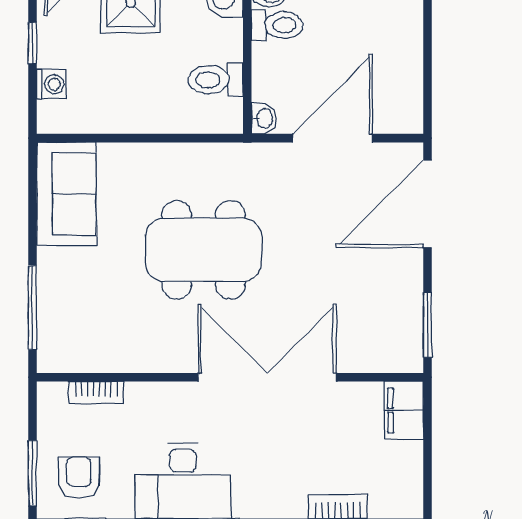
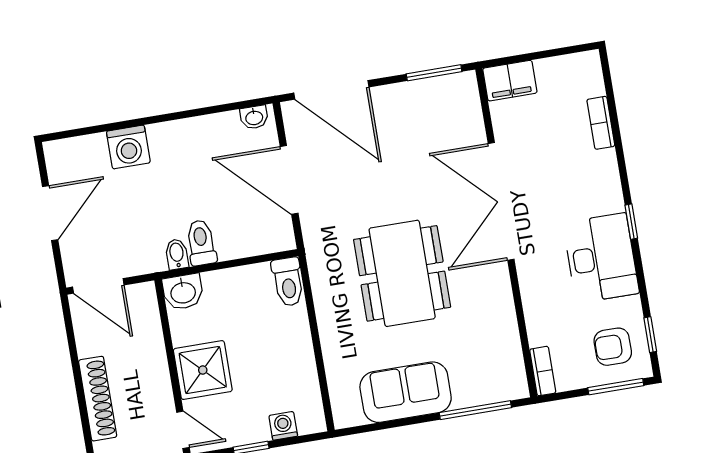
toilet: (216, 80) -> (288, 282), moved
washbasin: (264, 119) -> (254, 117), moved, turned 180
sofa: (66, 194) -> (406, 392), moved
bookcase: (96, 392) -> (543, 371), moved

